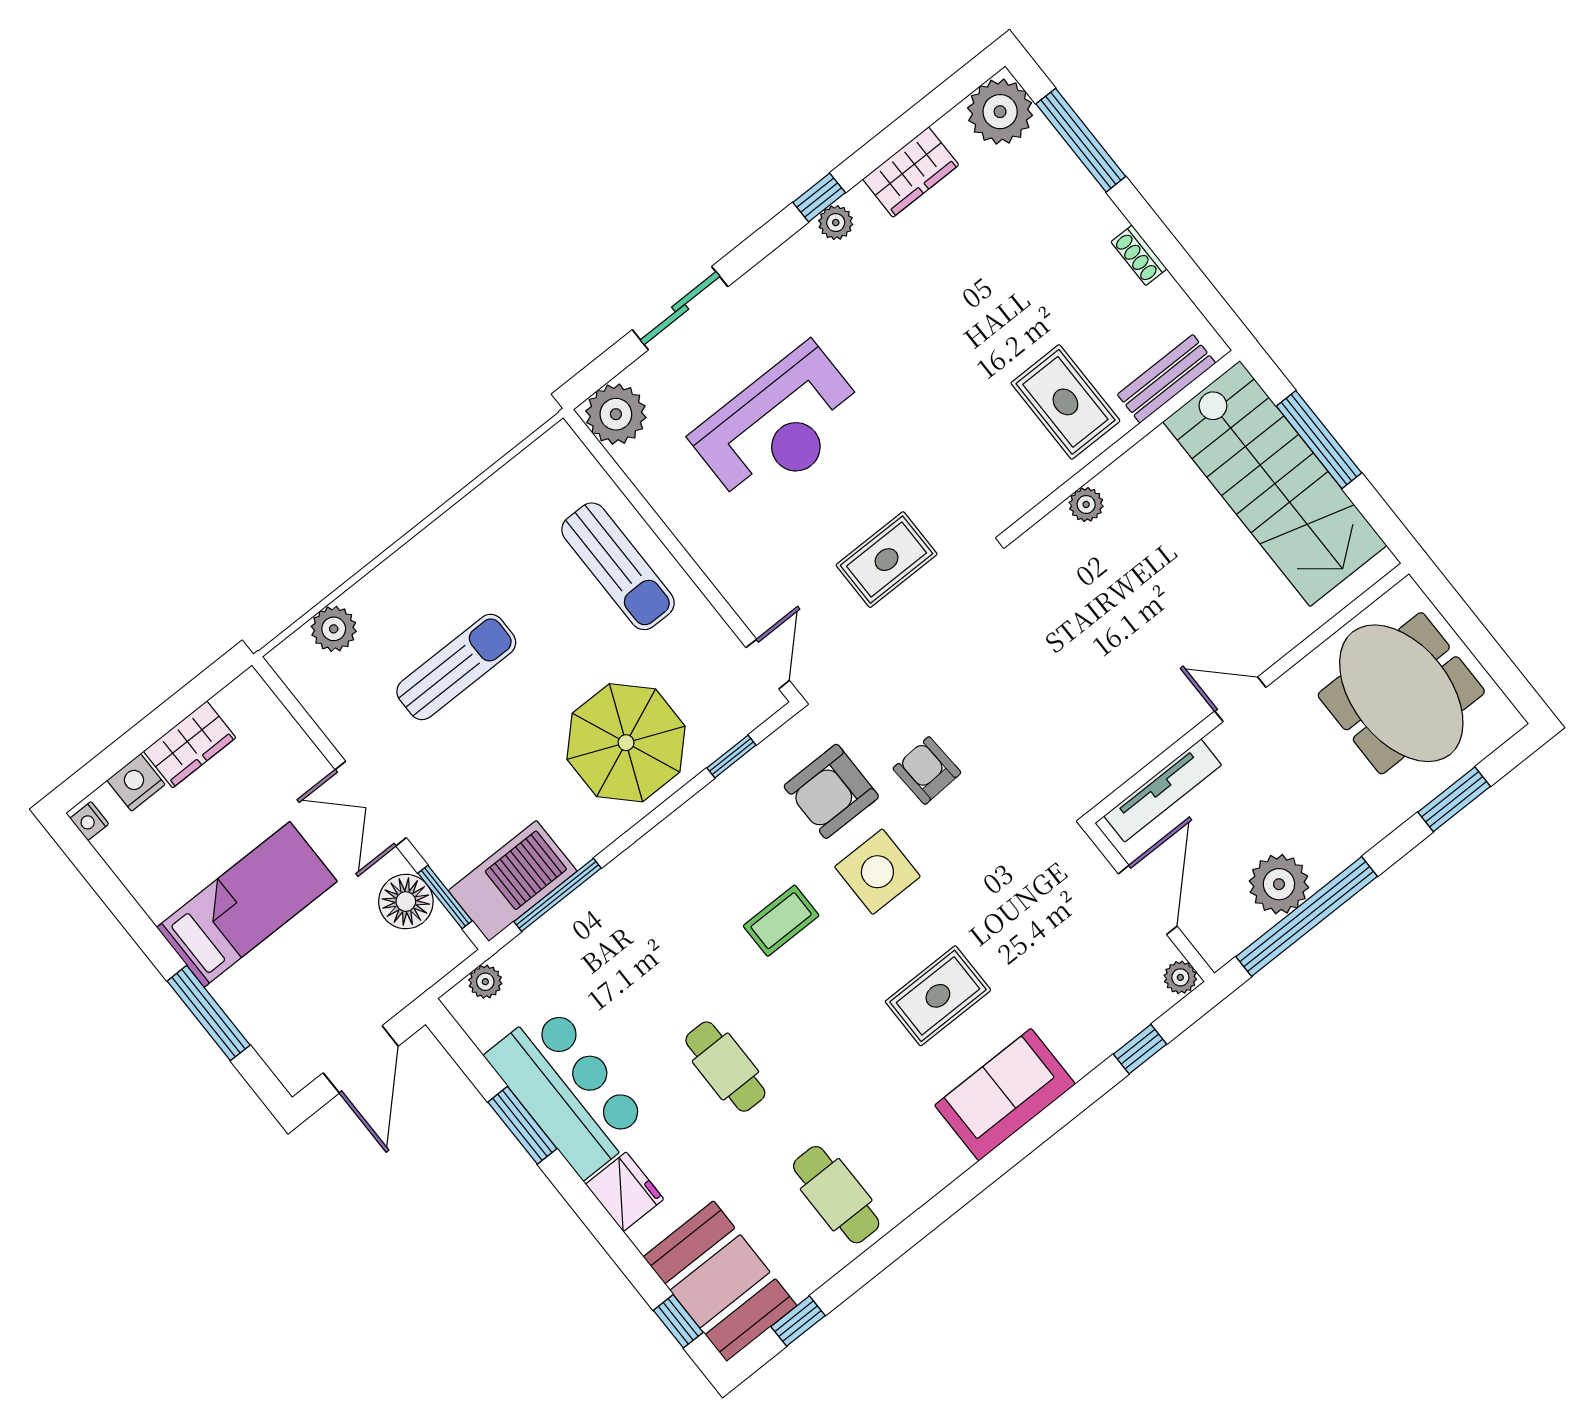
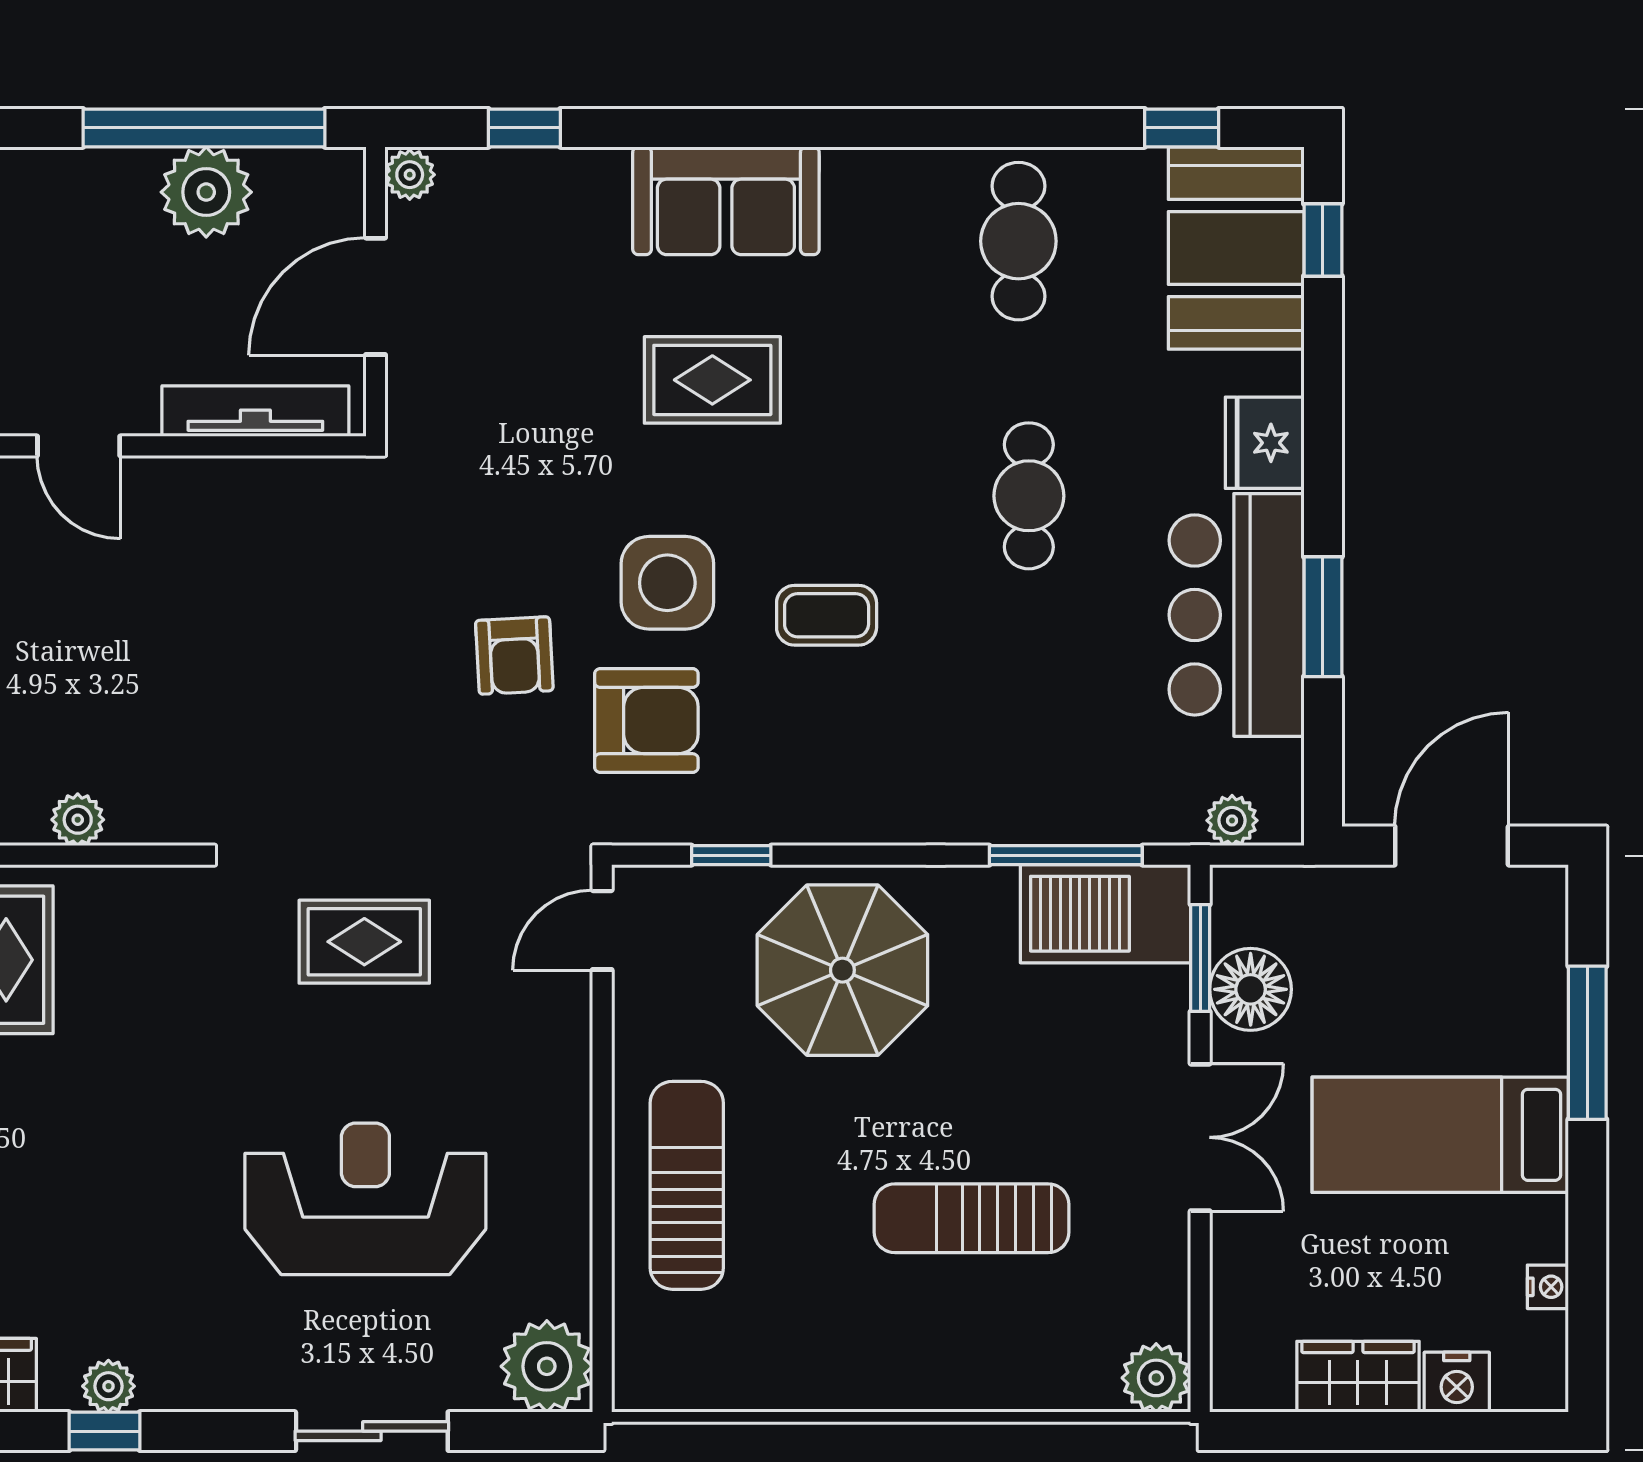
plant: (334, 629) -> (1156, 1378), moved
nightstand: (89, 821) -> (1548, 1287), moved

